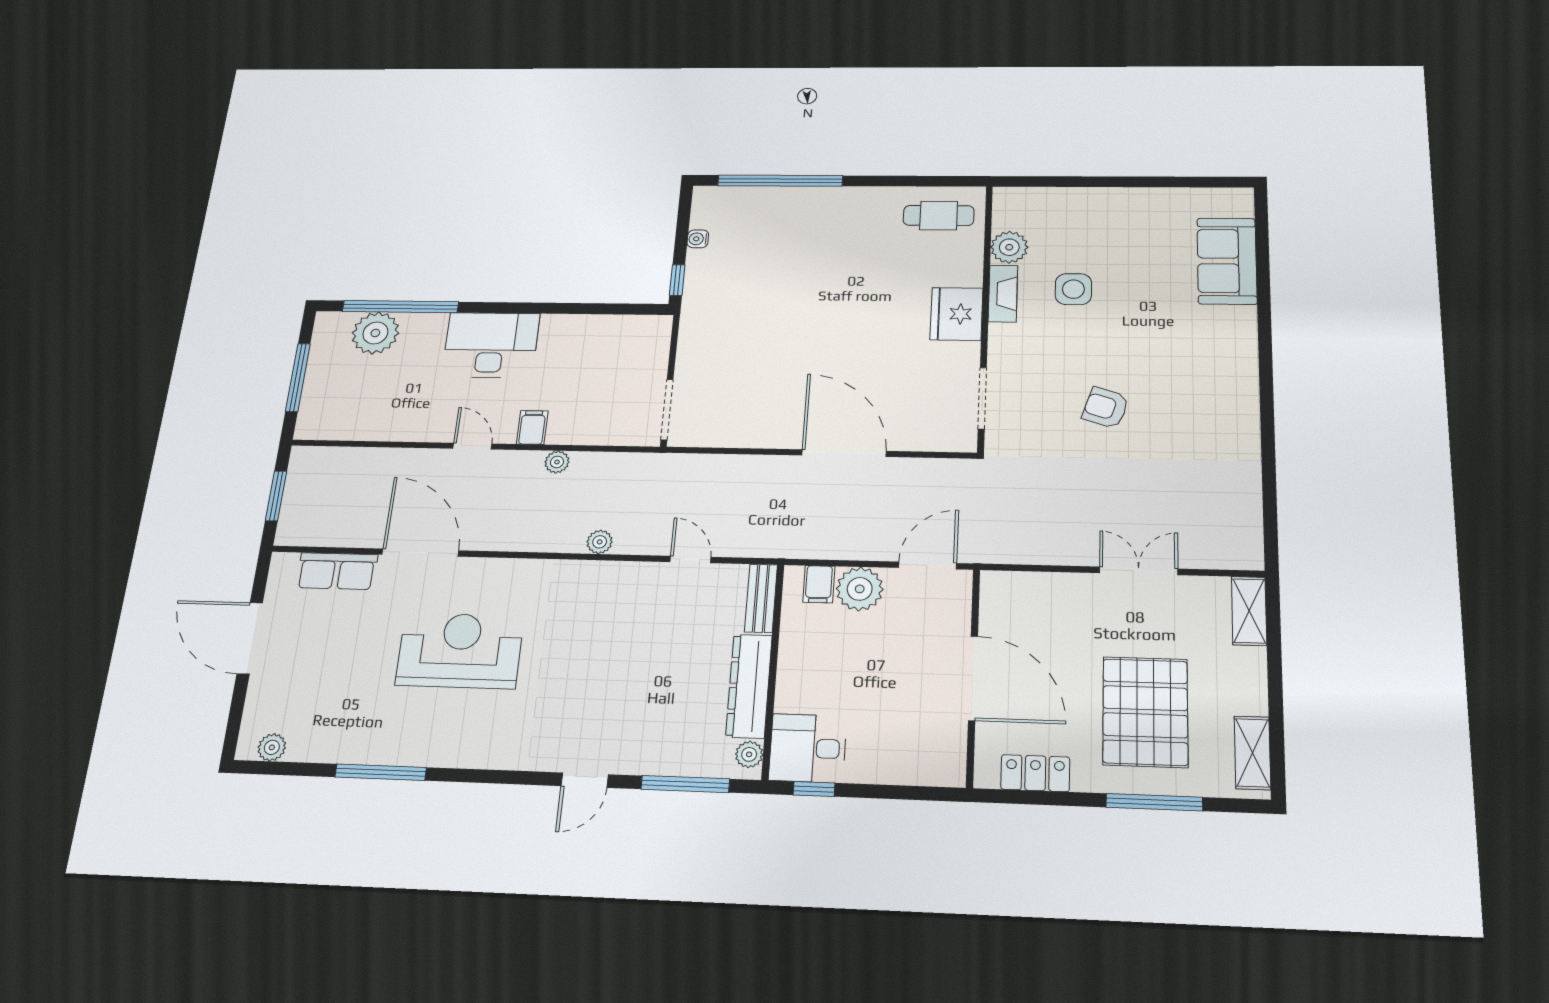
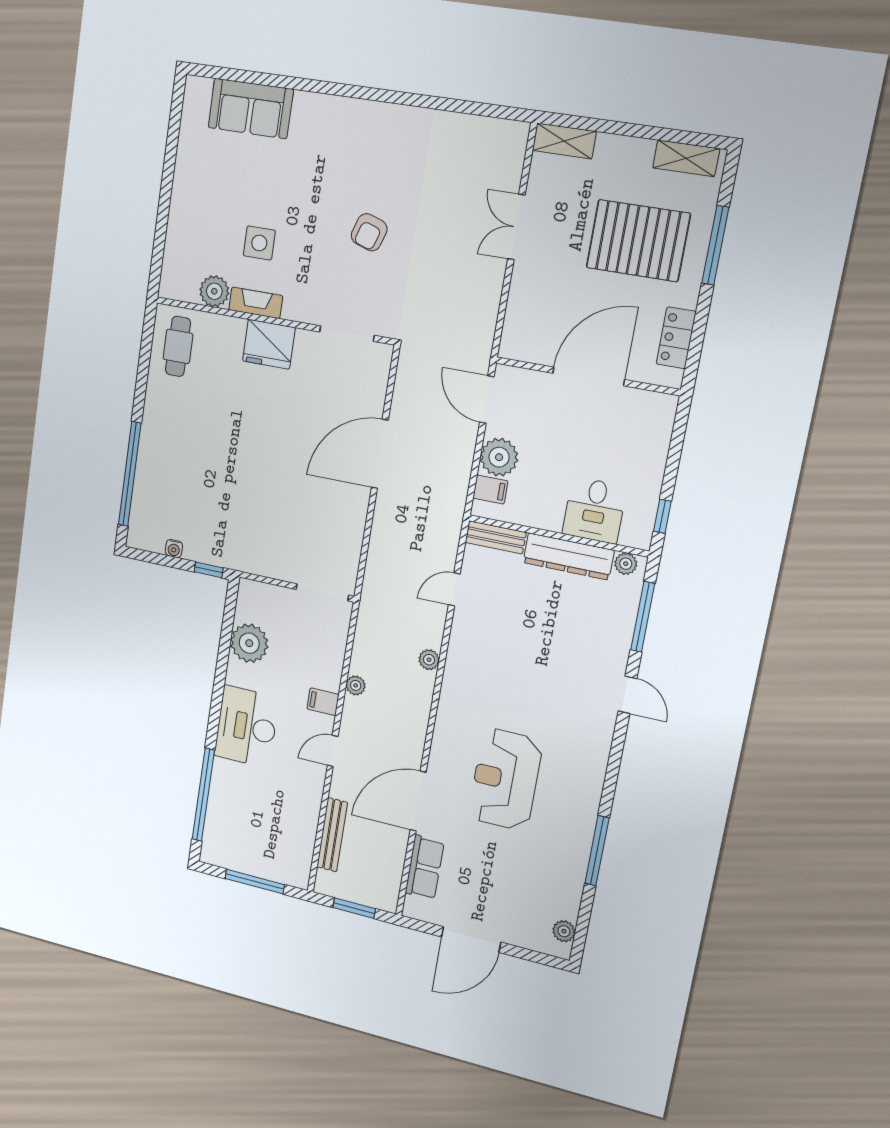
plant: (375, 333) -> (249, 643), moved
bench: (367, 459) -> (332, 835), added
desk: (808, 748) -> (594, 510), moved

